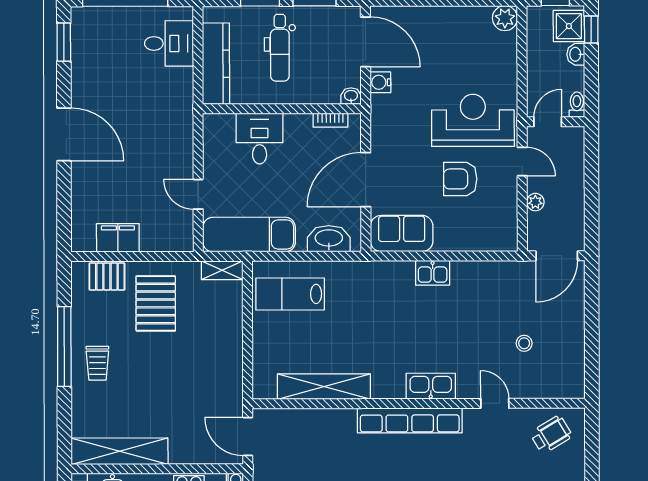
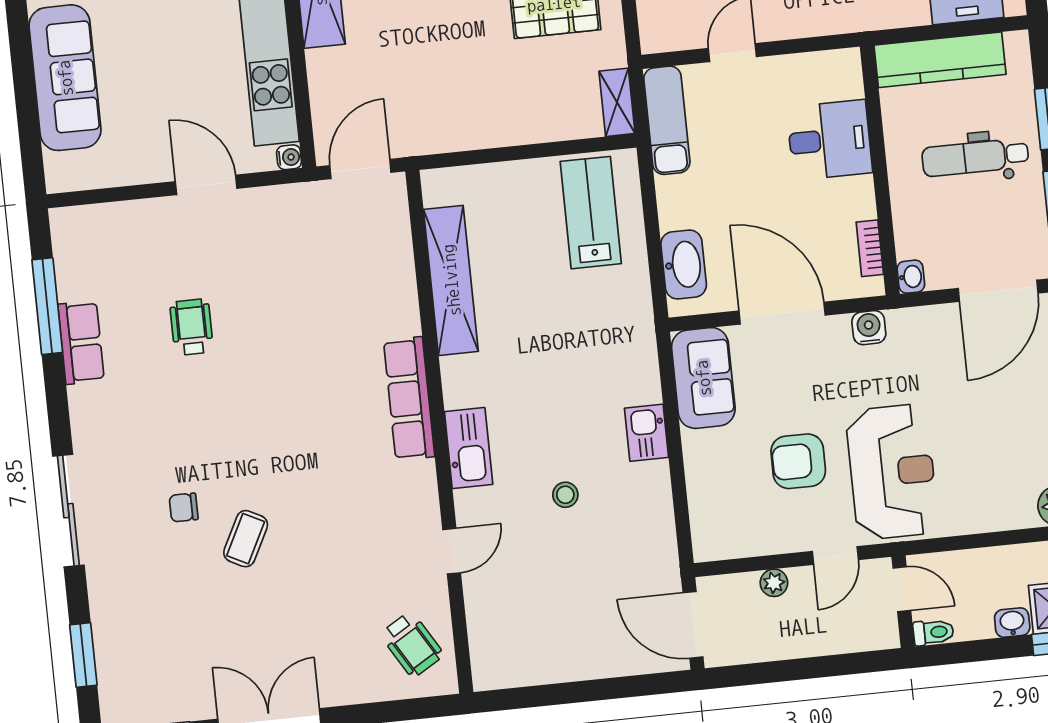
water cooler: (380, 82) -> (869, 328), moved
armchair: (460, 179) -> (798, 461), turned -90
exam couch: (249, 235) -> (667, 120), width x0.73, depth x0.69
stool: (524, 343) -> (565, 495), moved
row of seats: (410, 420) -> (409, 399), width x0.73

